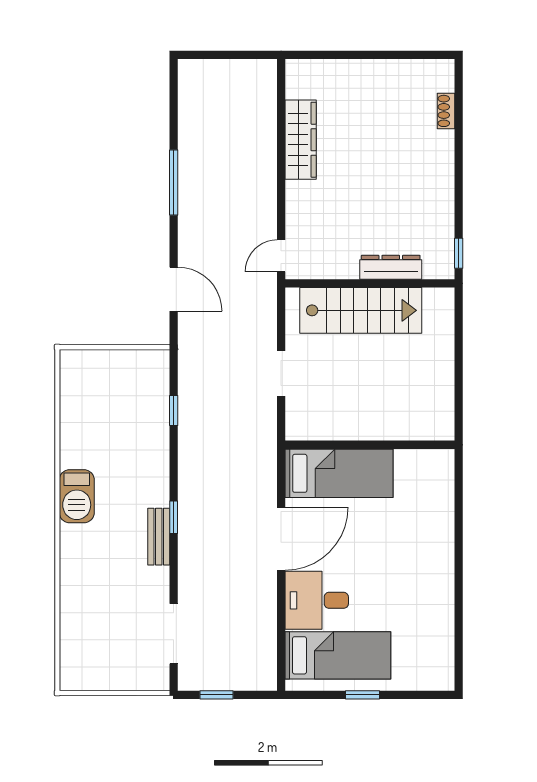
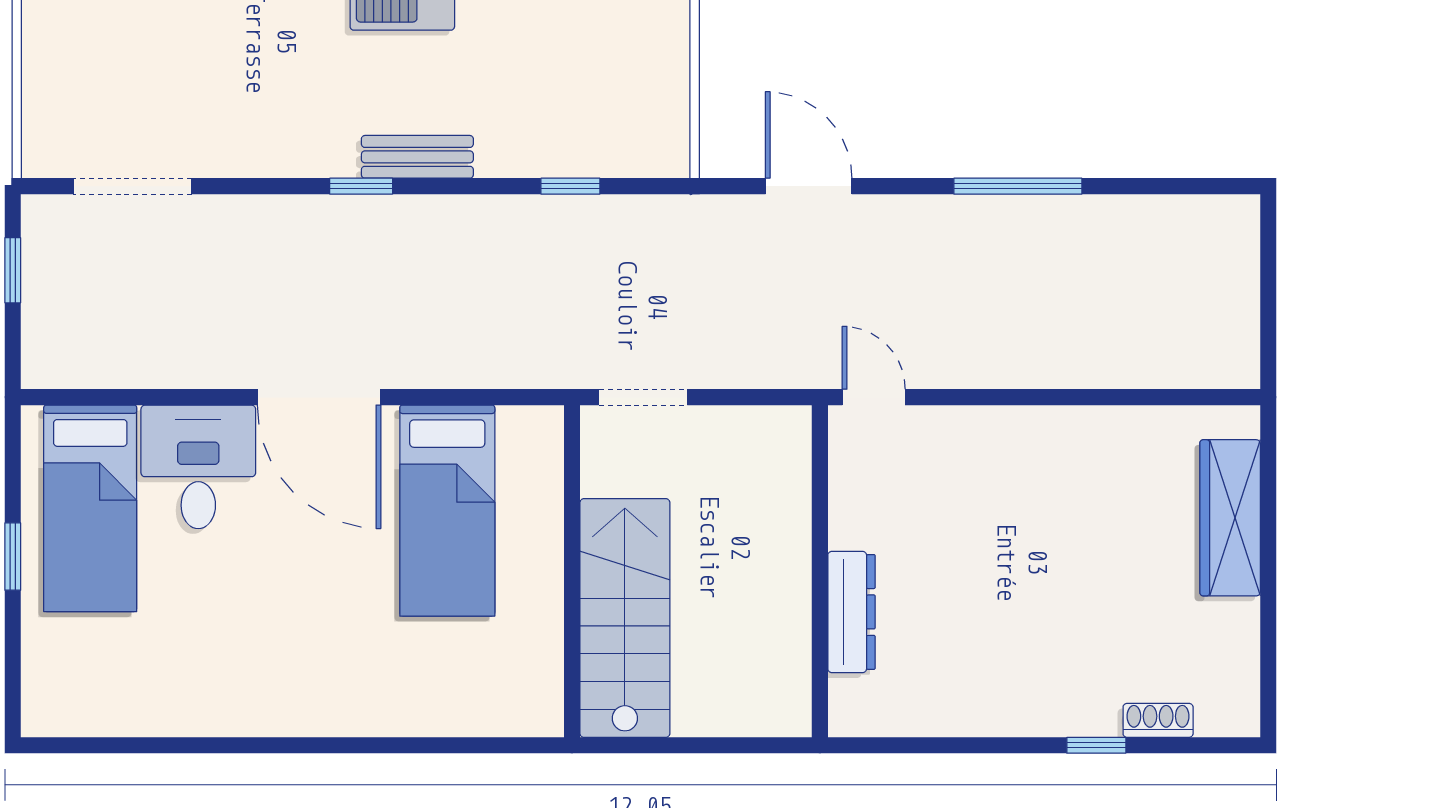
wardrobe: (301, 140) -> (1230, 518), moved, turned 90
window: (459, 253) -> (1096, 745), moved
door: (174, 289) -> (809, 186), swing flipped
stairs: (361, 310) -> (625, 618), moved, turned 180
wall: (370, 445) -> (572, 571), moved
bench: (159, 537) -> (417, 157), moved

